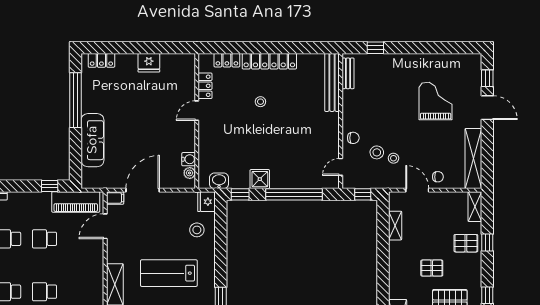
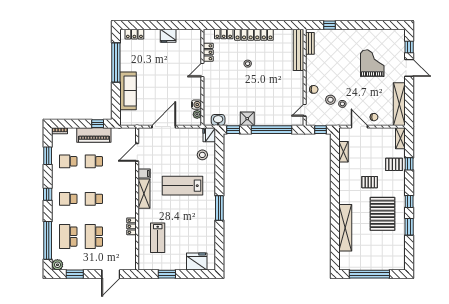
filing cabinet: (115, 198) -> (144, 174), moved
piano: (76, 202) -> (94, 135), moved

